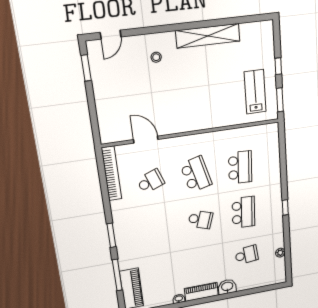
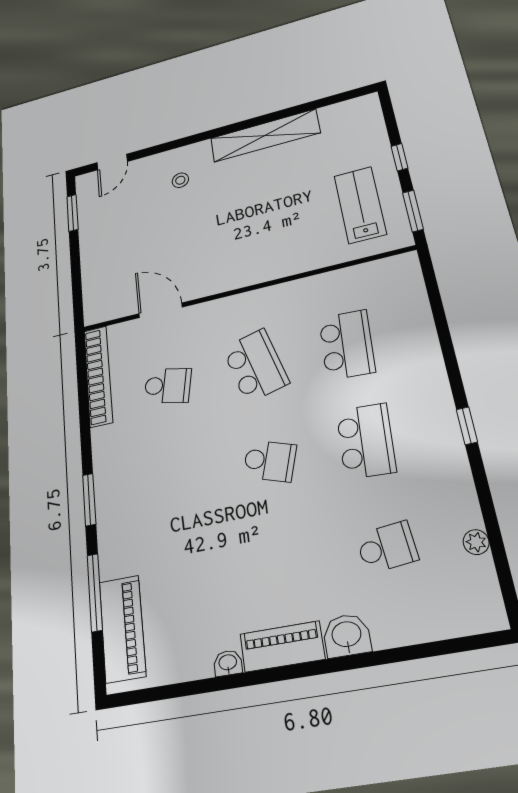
school desk: (151, 181) -> (168, 386), turned 33

